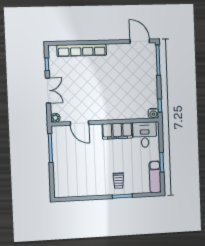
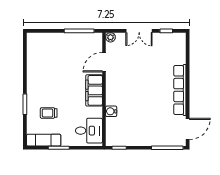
row of seats: (82, 50) -> (180, 90), moved
water cooler: (153, 113) -> (111, 111), moved
filing cabinet: (117, 131) -> (94, 90), moved
trolley: (118, 181) -> (49, 113), moved

